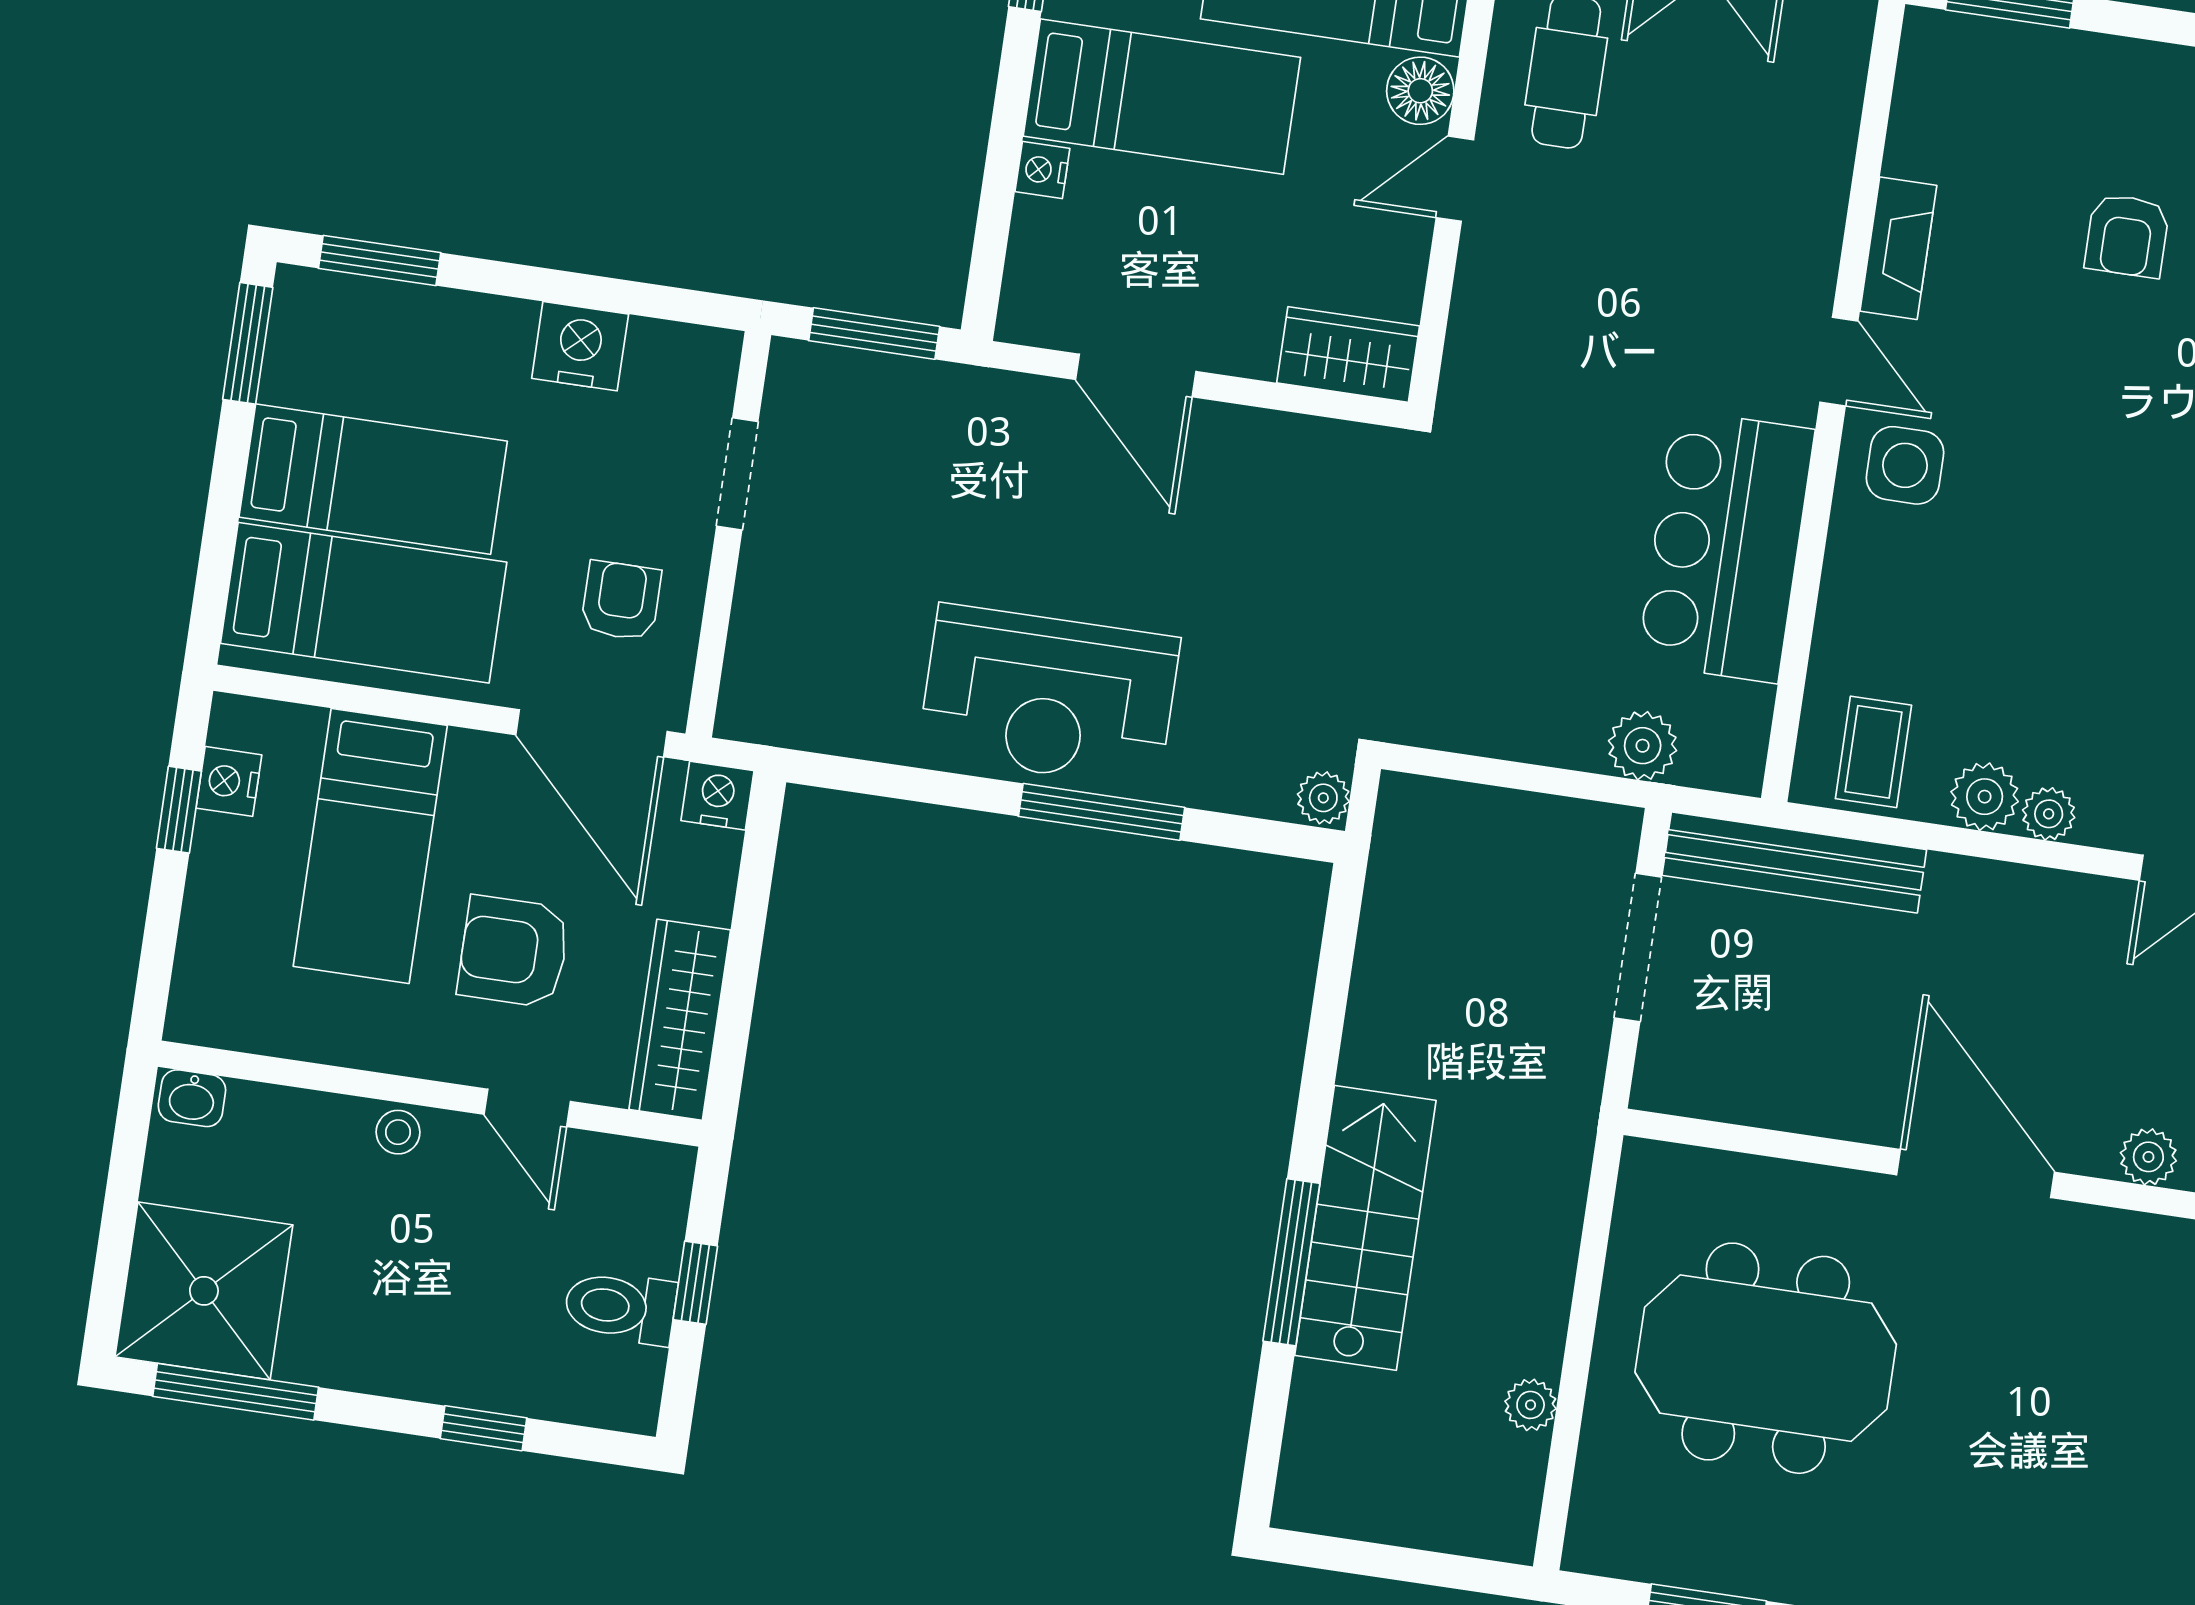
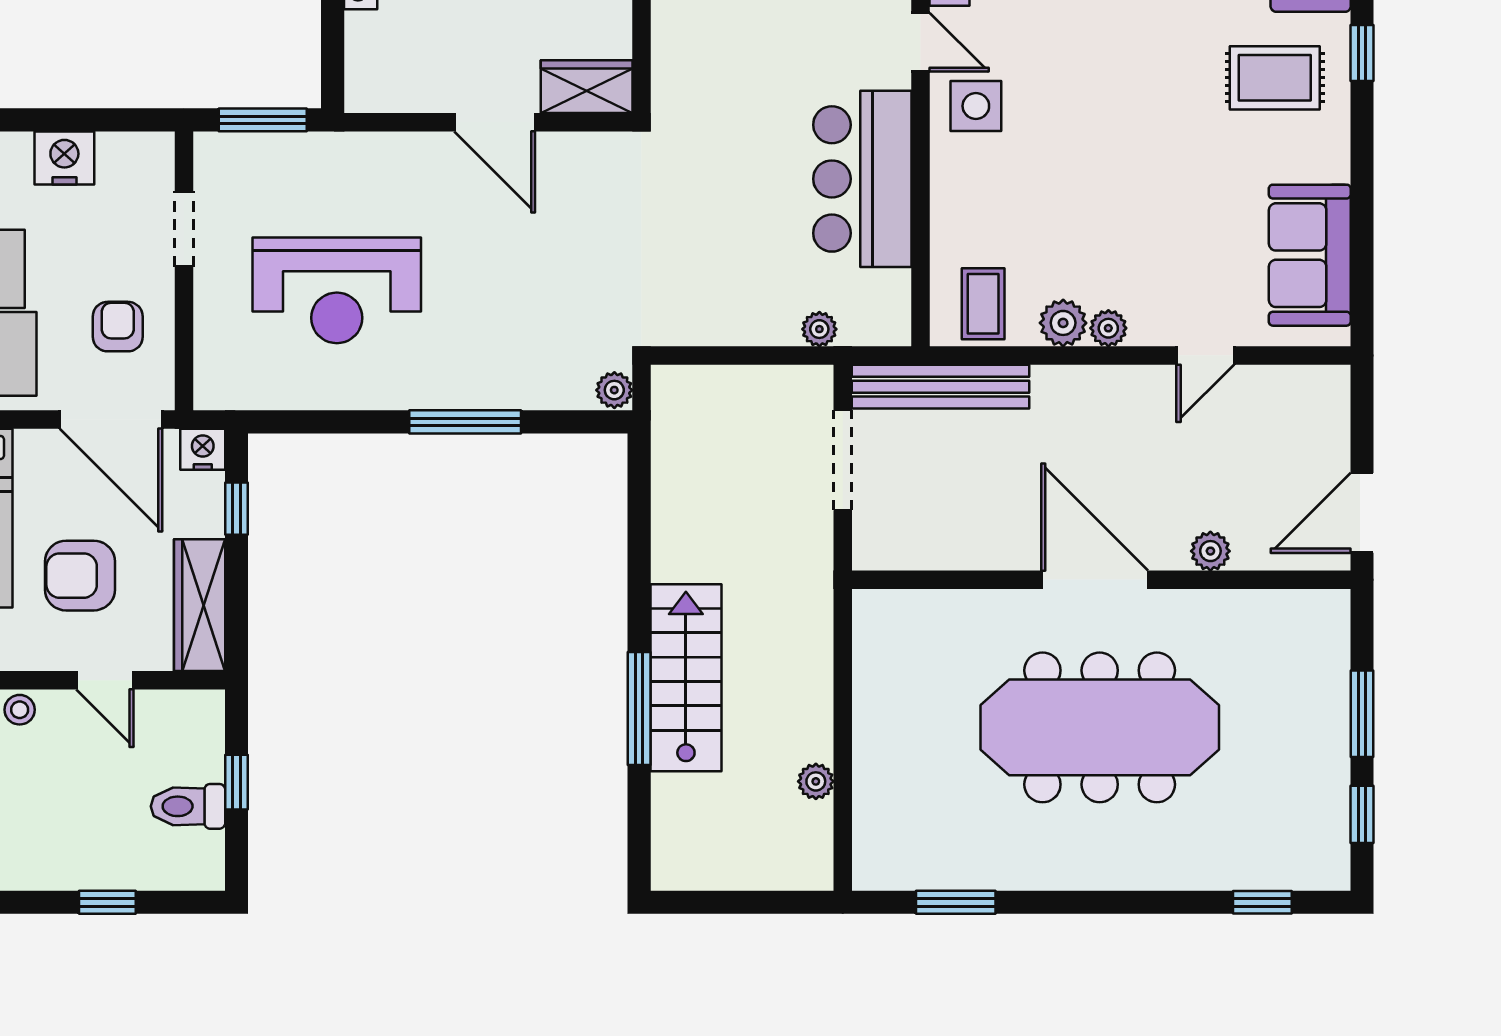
door: (1136, 376) -> (495, 122), moved
reception desk: (1049, 696) -> (337, 290), moved
plant: (1643, 746) -> (819, 329), width x0.73, depth x0.73
window: (754, 888) -> (237, 509), added
meeting table: (1766, 1358) -> (1100, 727), moved, width x1.36

